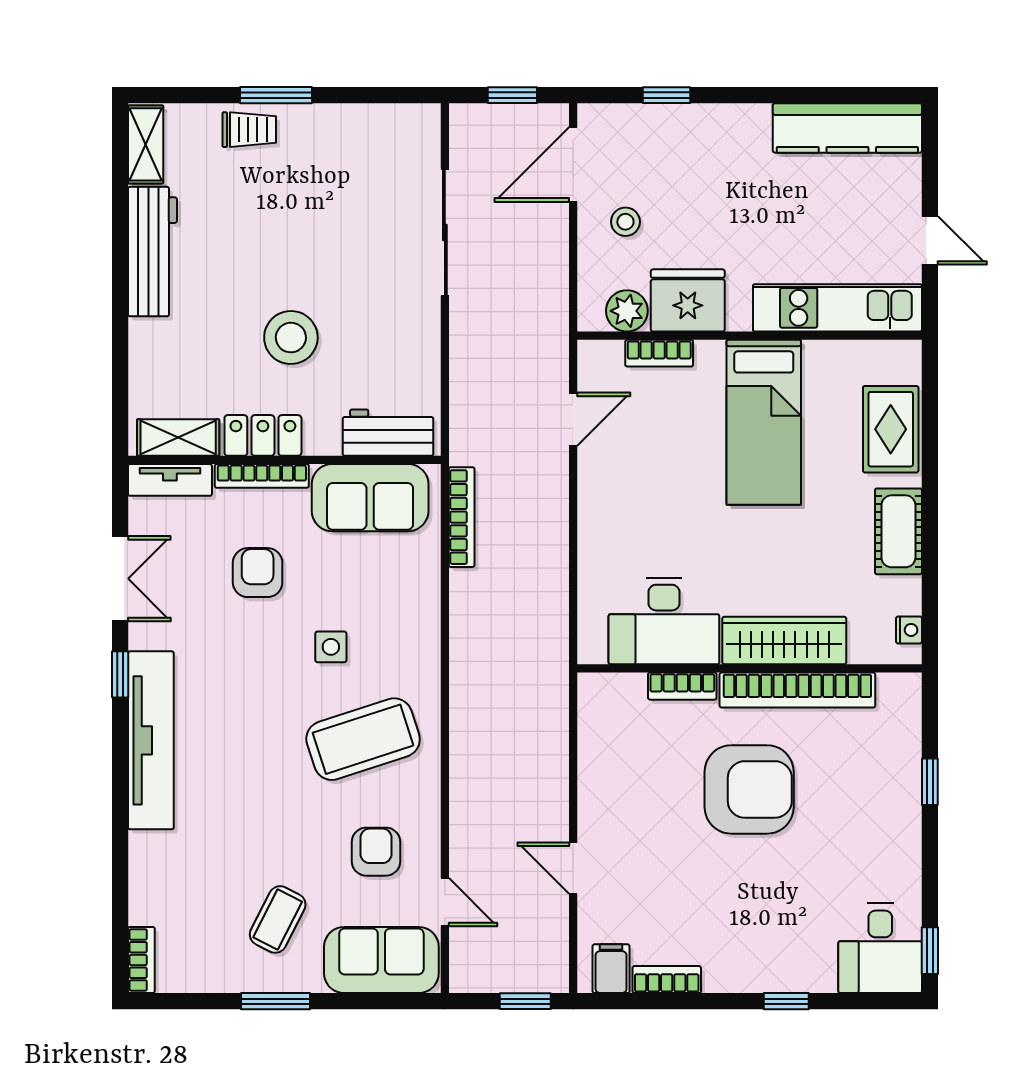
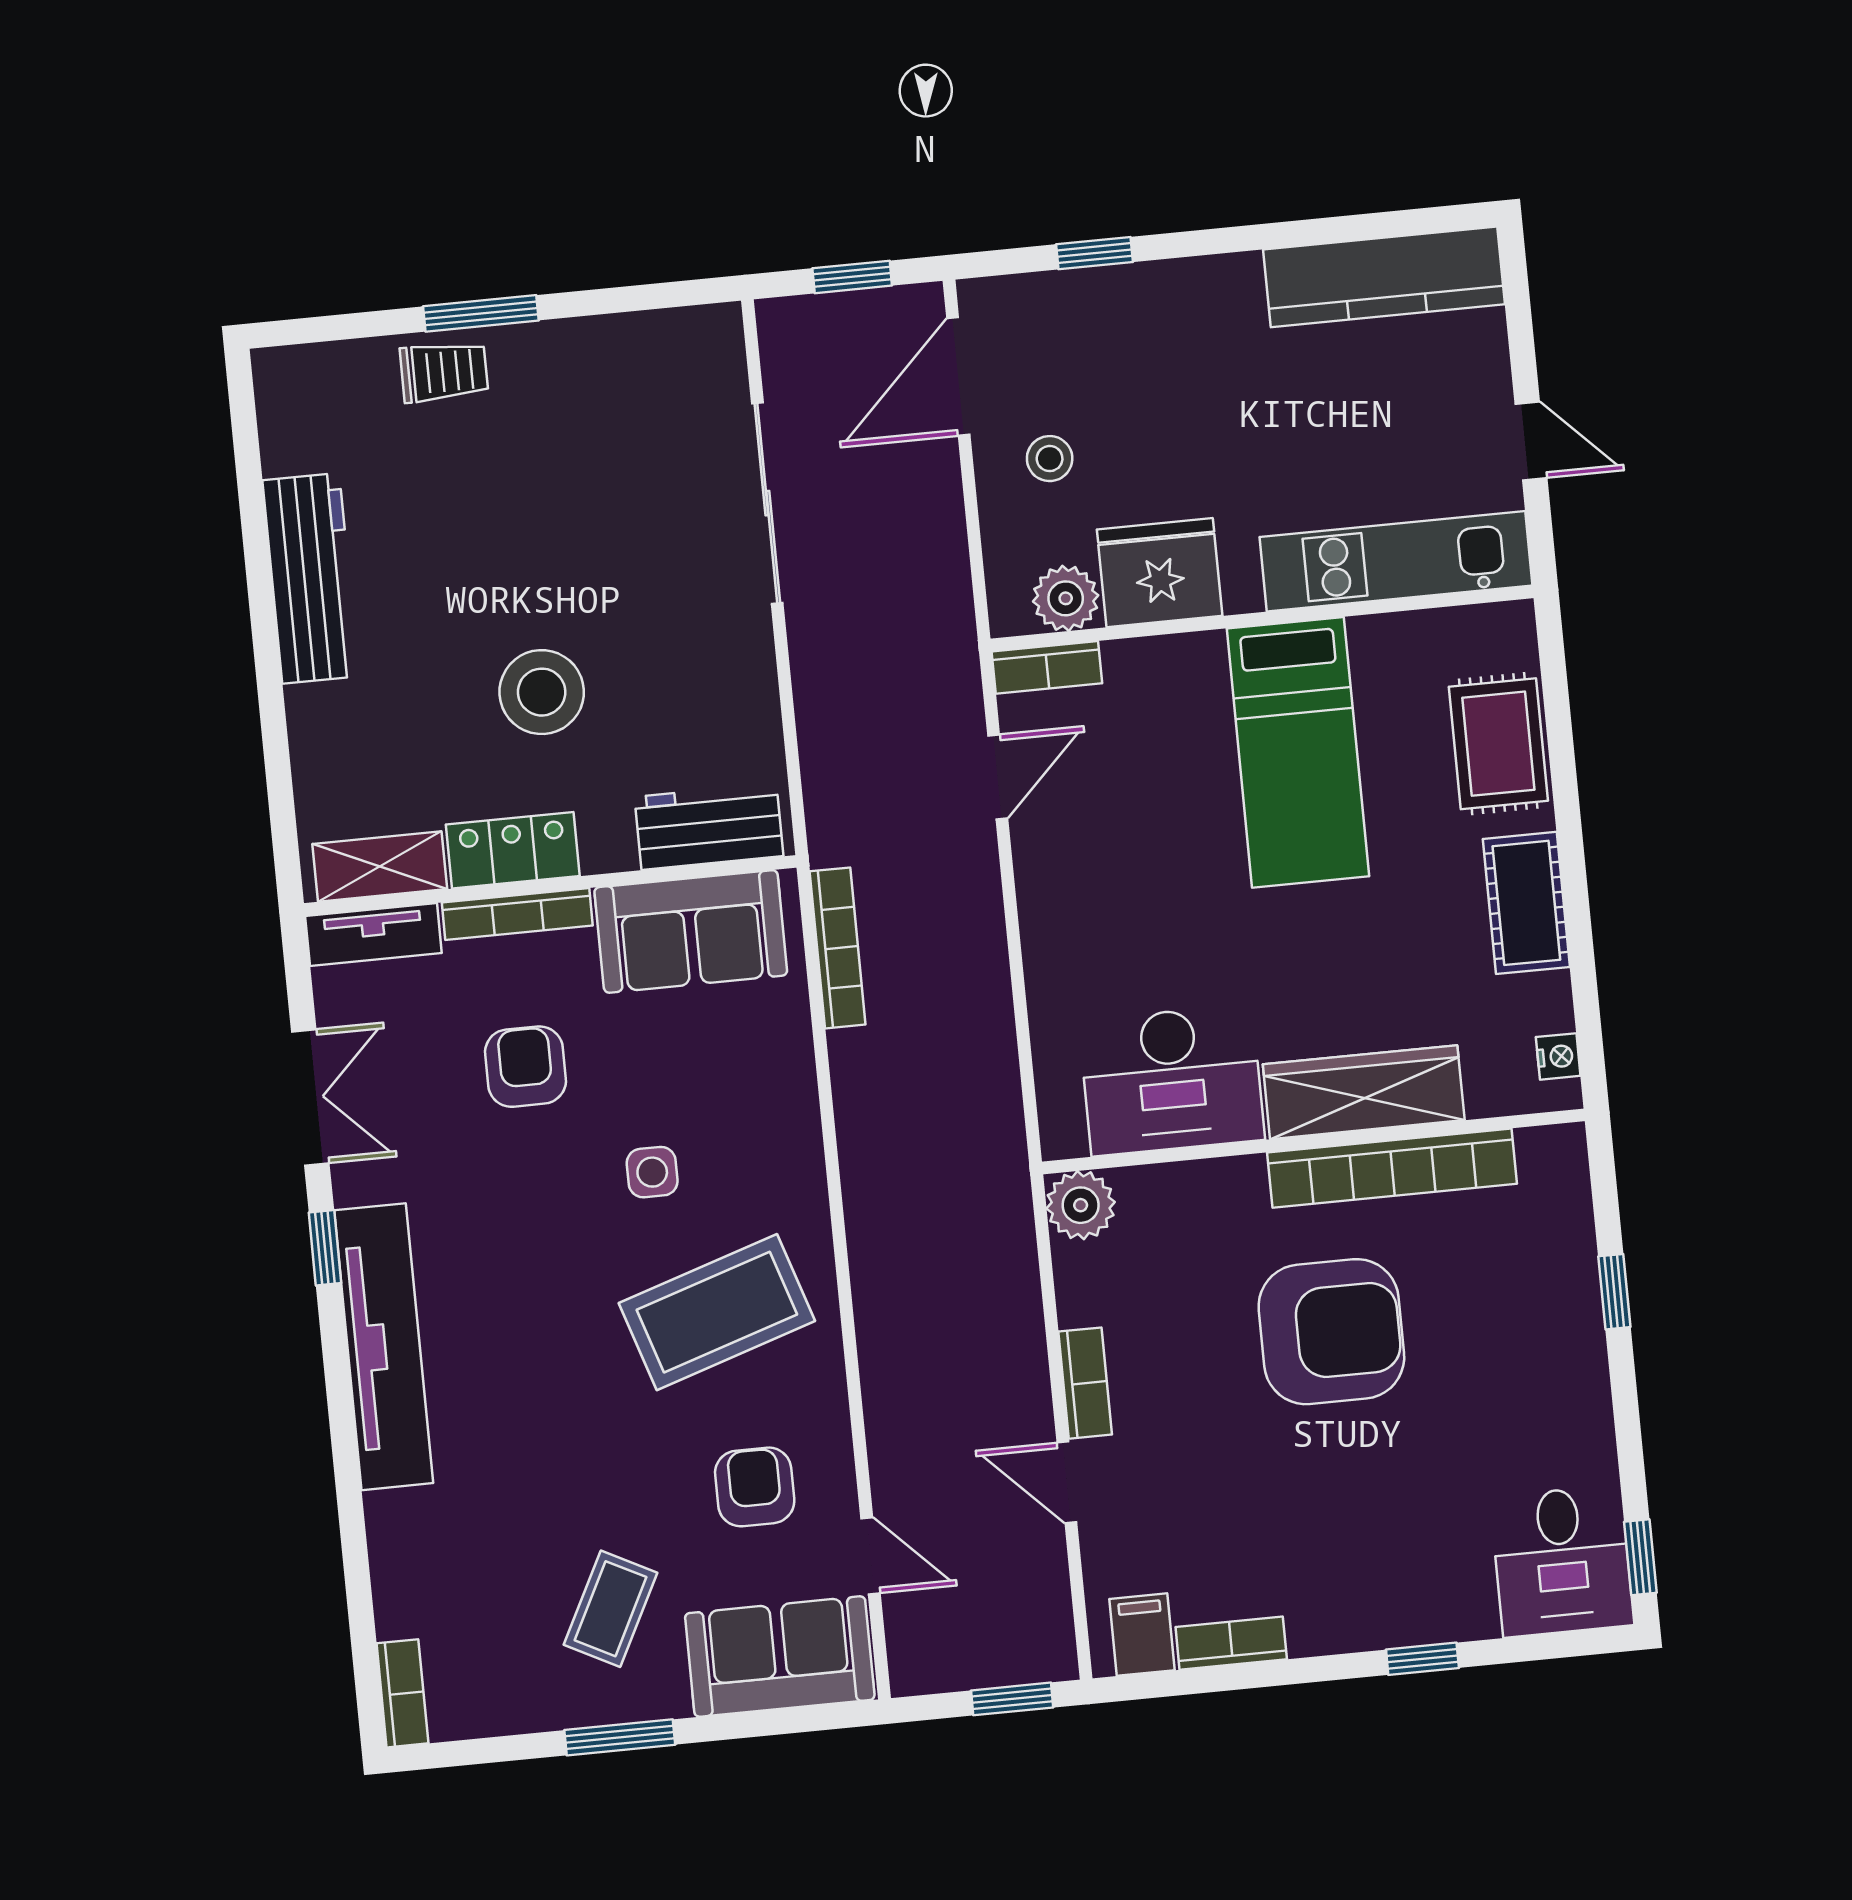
shelving: (146, 144) -> (284, 411), removed
bookcase: (659, 353) -> (1047, 667), moved
bookcase: (682, 686) -> (1085, 1383), moved, turned -90
plant: (599, 694) -> (1081, 1205), added

